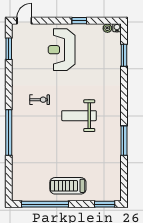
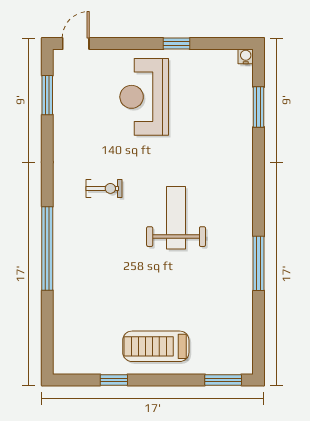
plant: (107, 28) -> (228, 57), removed
weight bench: (79, 116) -> (176, 218), turned 90
window: (45, 204) -> (114, 380), width x0.32

